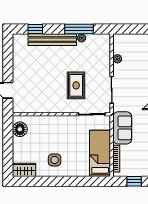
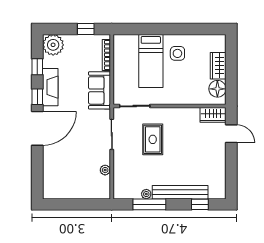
wardrobe: (24, 107) -> (213, 115), added
bed: (100, 153) -> (151, 61), moved
wardrobe: (24, 170) -> (218, 66), moved, turned 90

